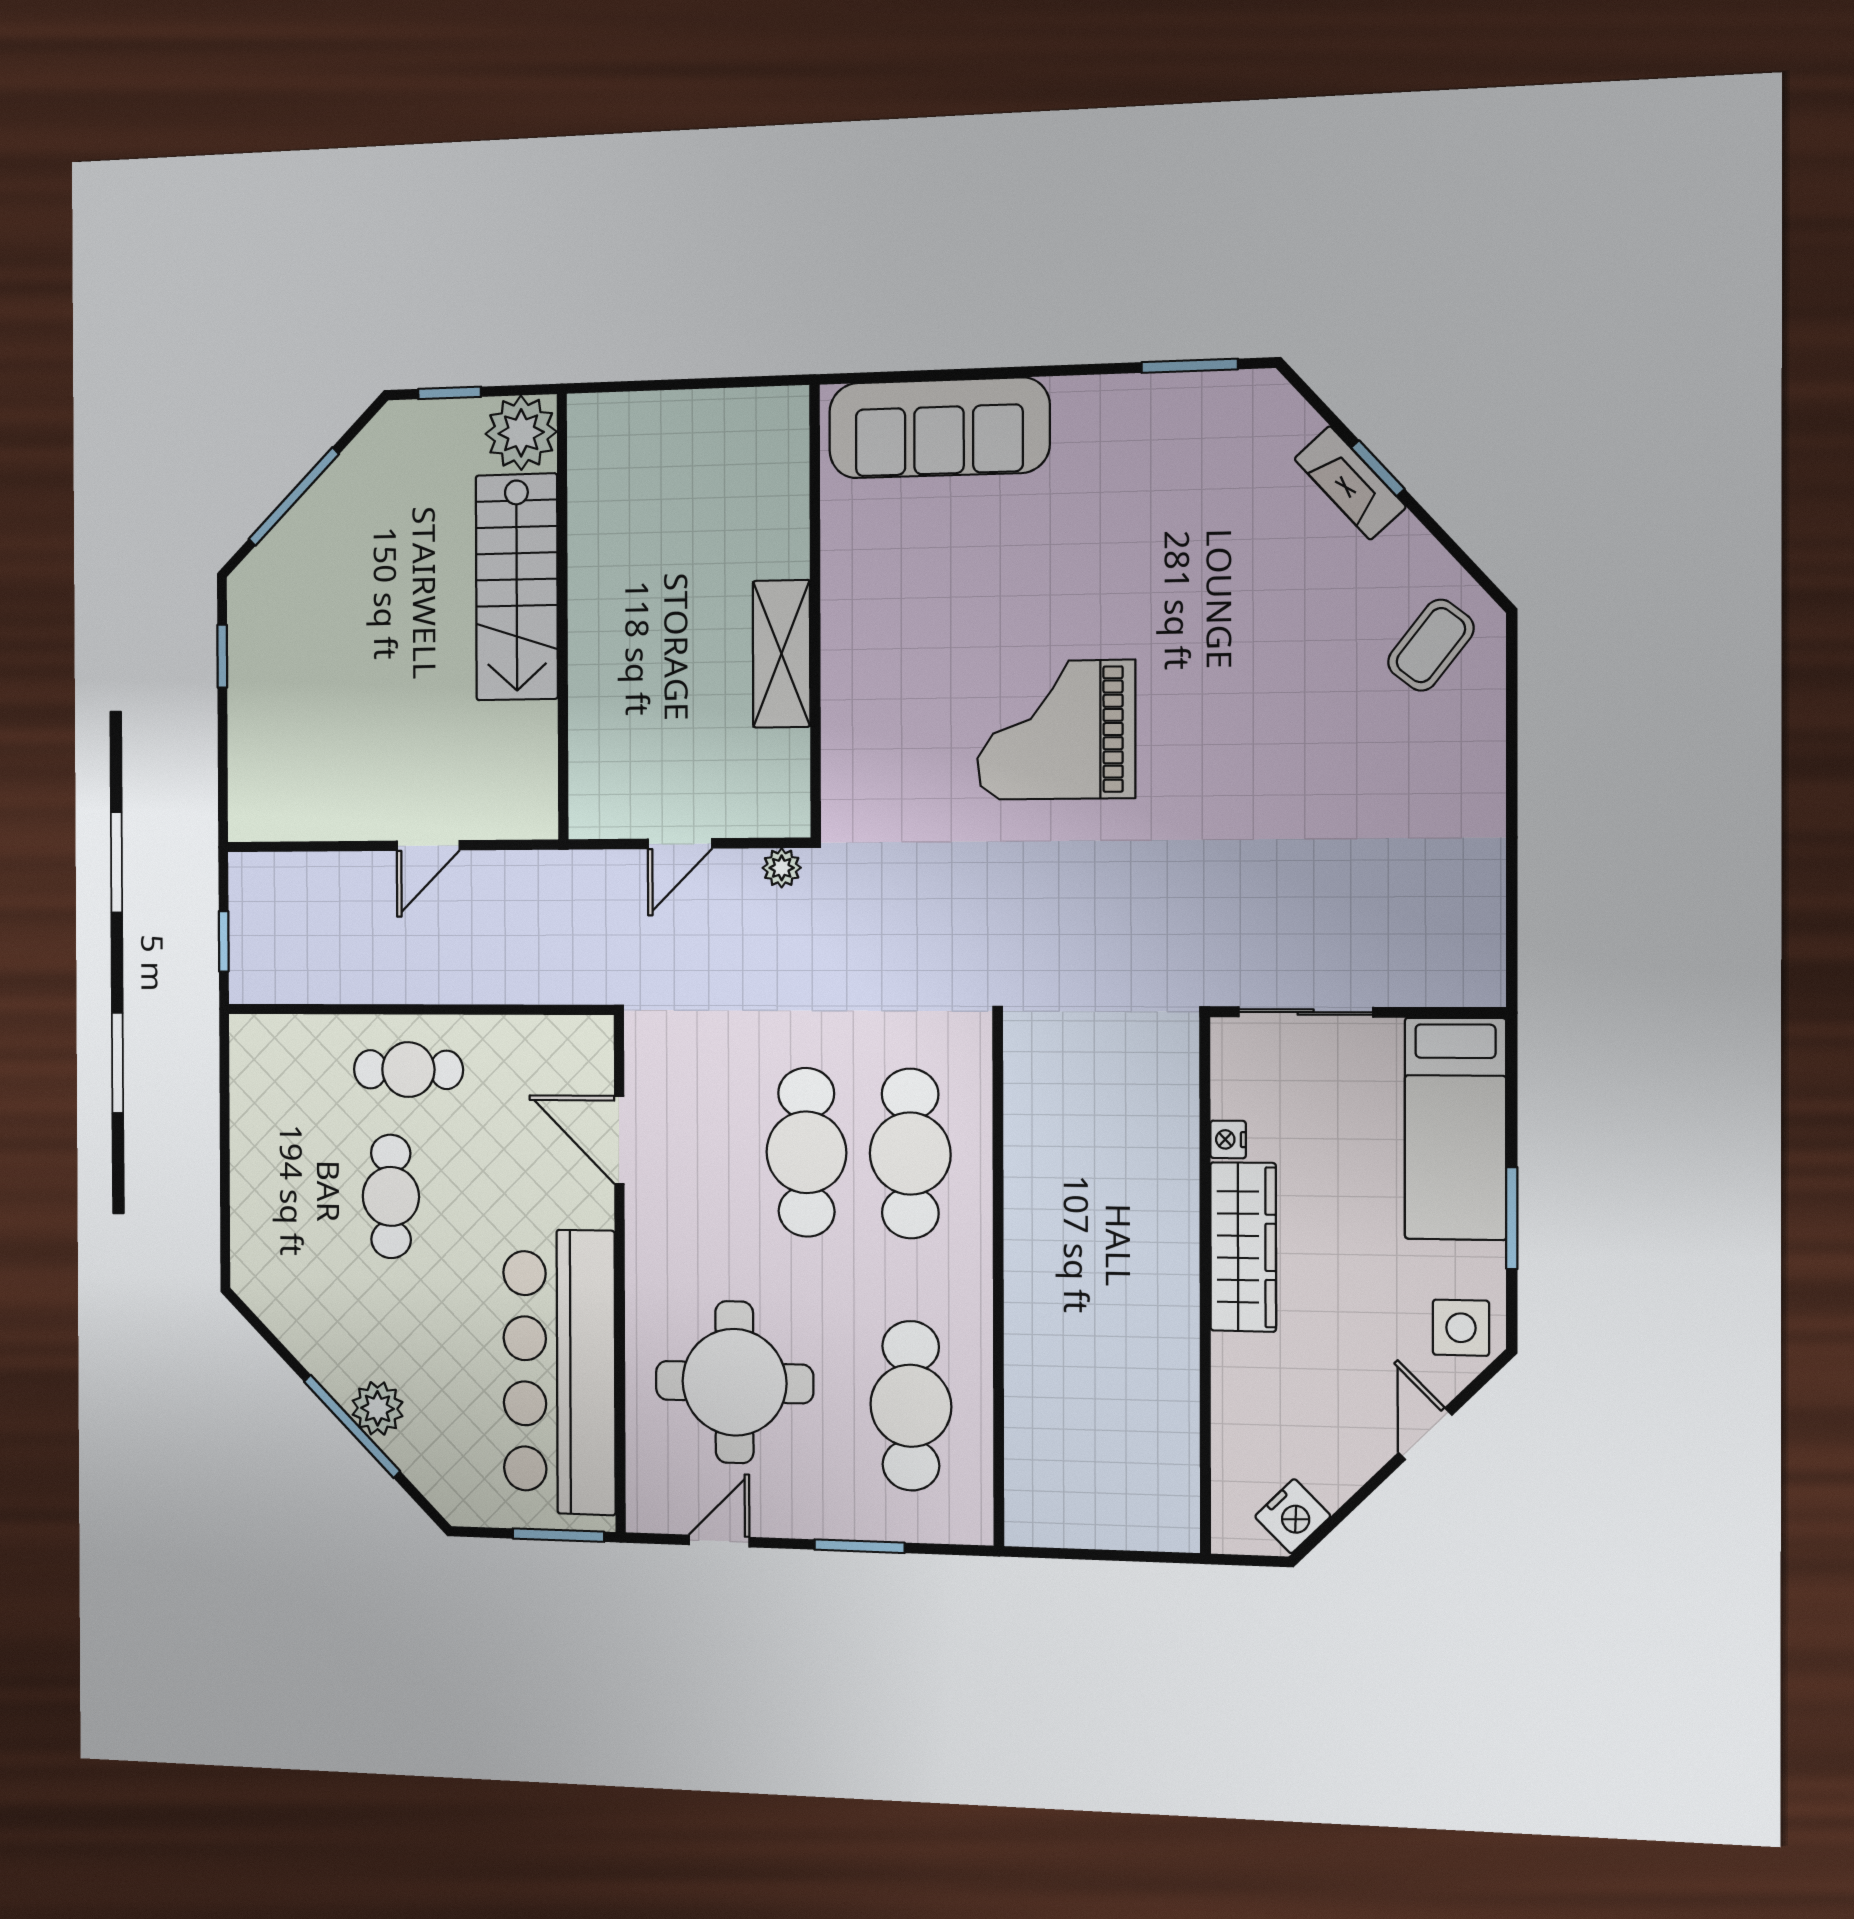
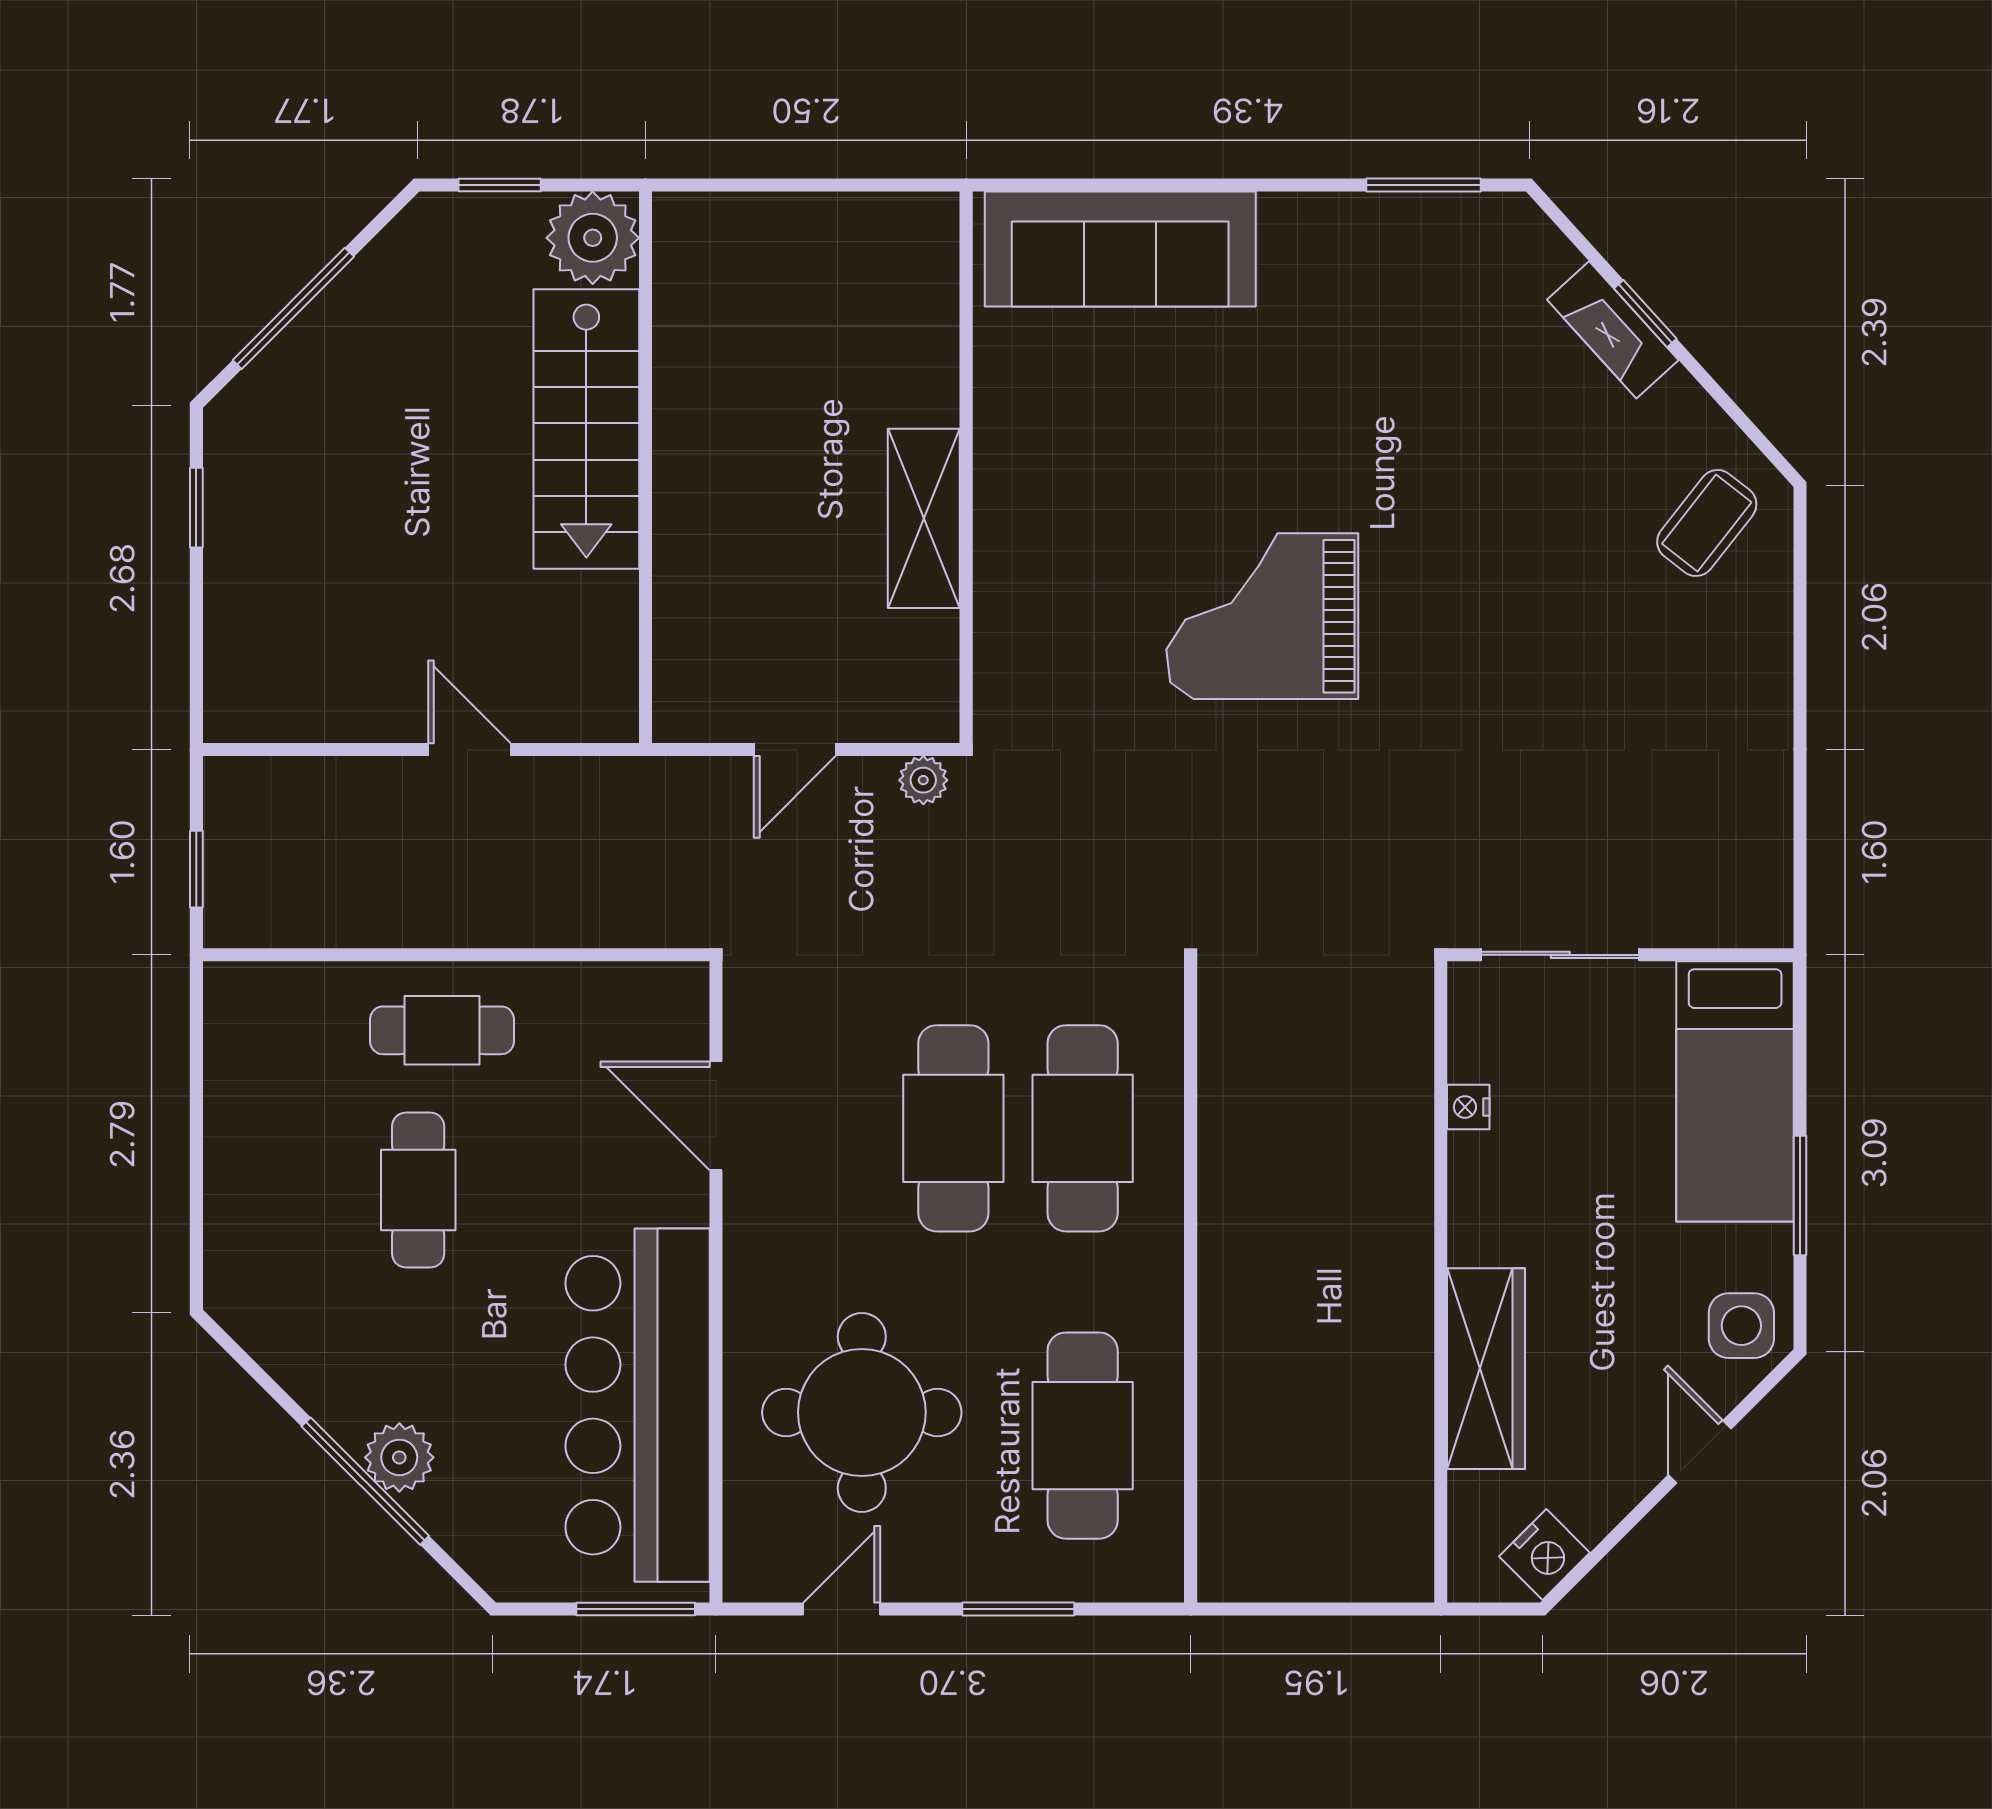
door: (428, 846) -> (469, 750), swing flipped
wardrobe: (1243, 1247) -> (1486, 1369), moved

